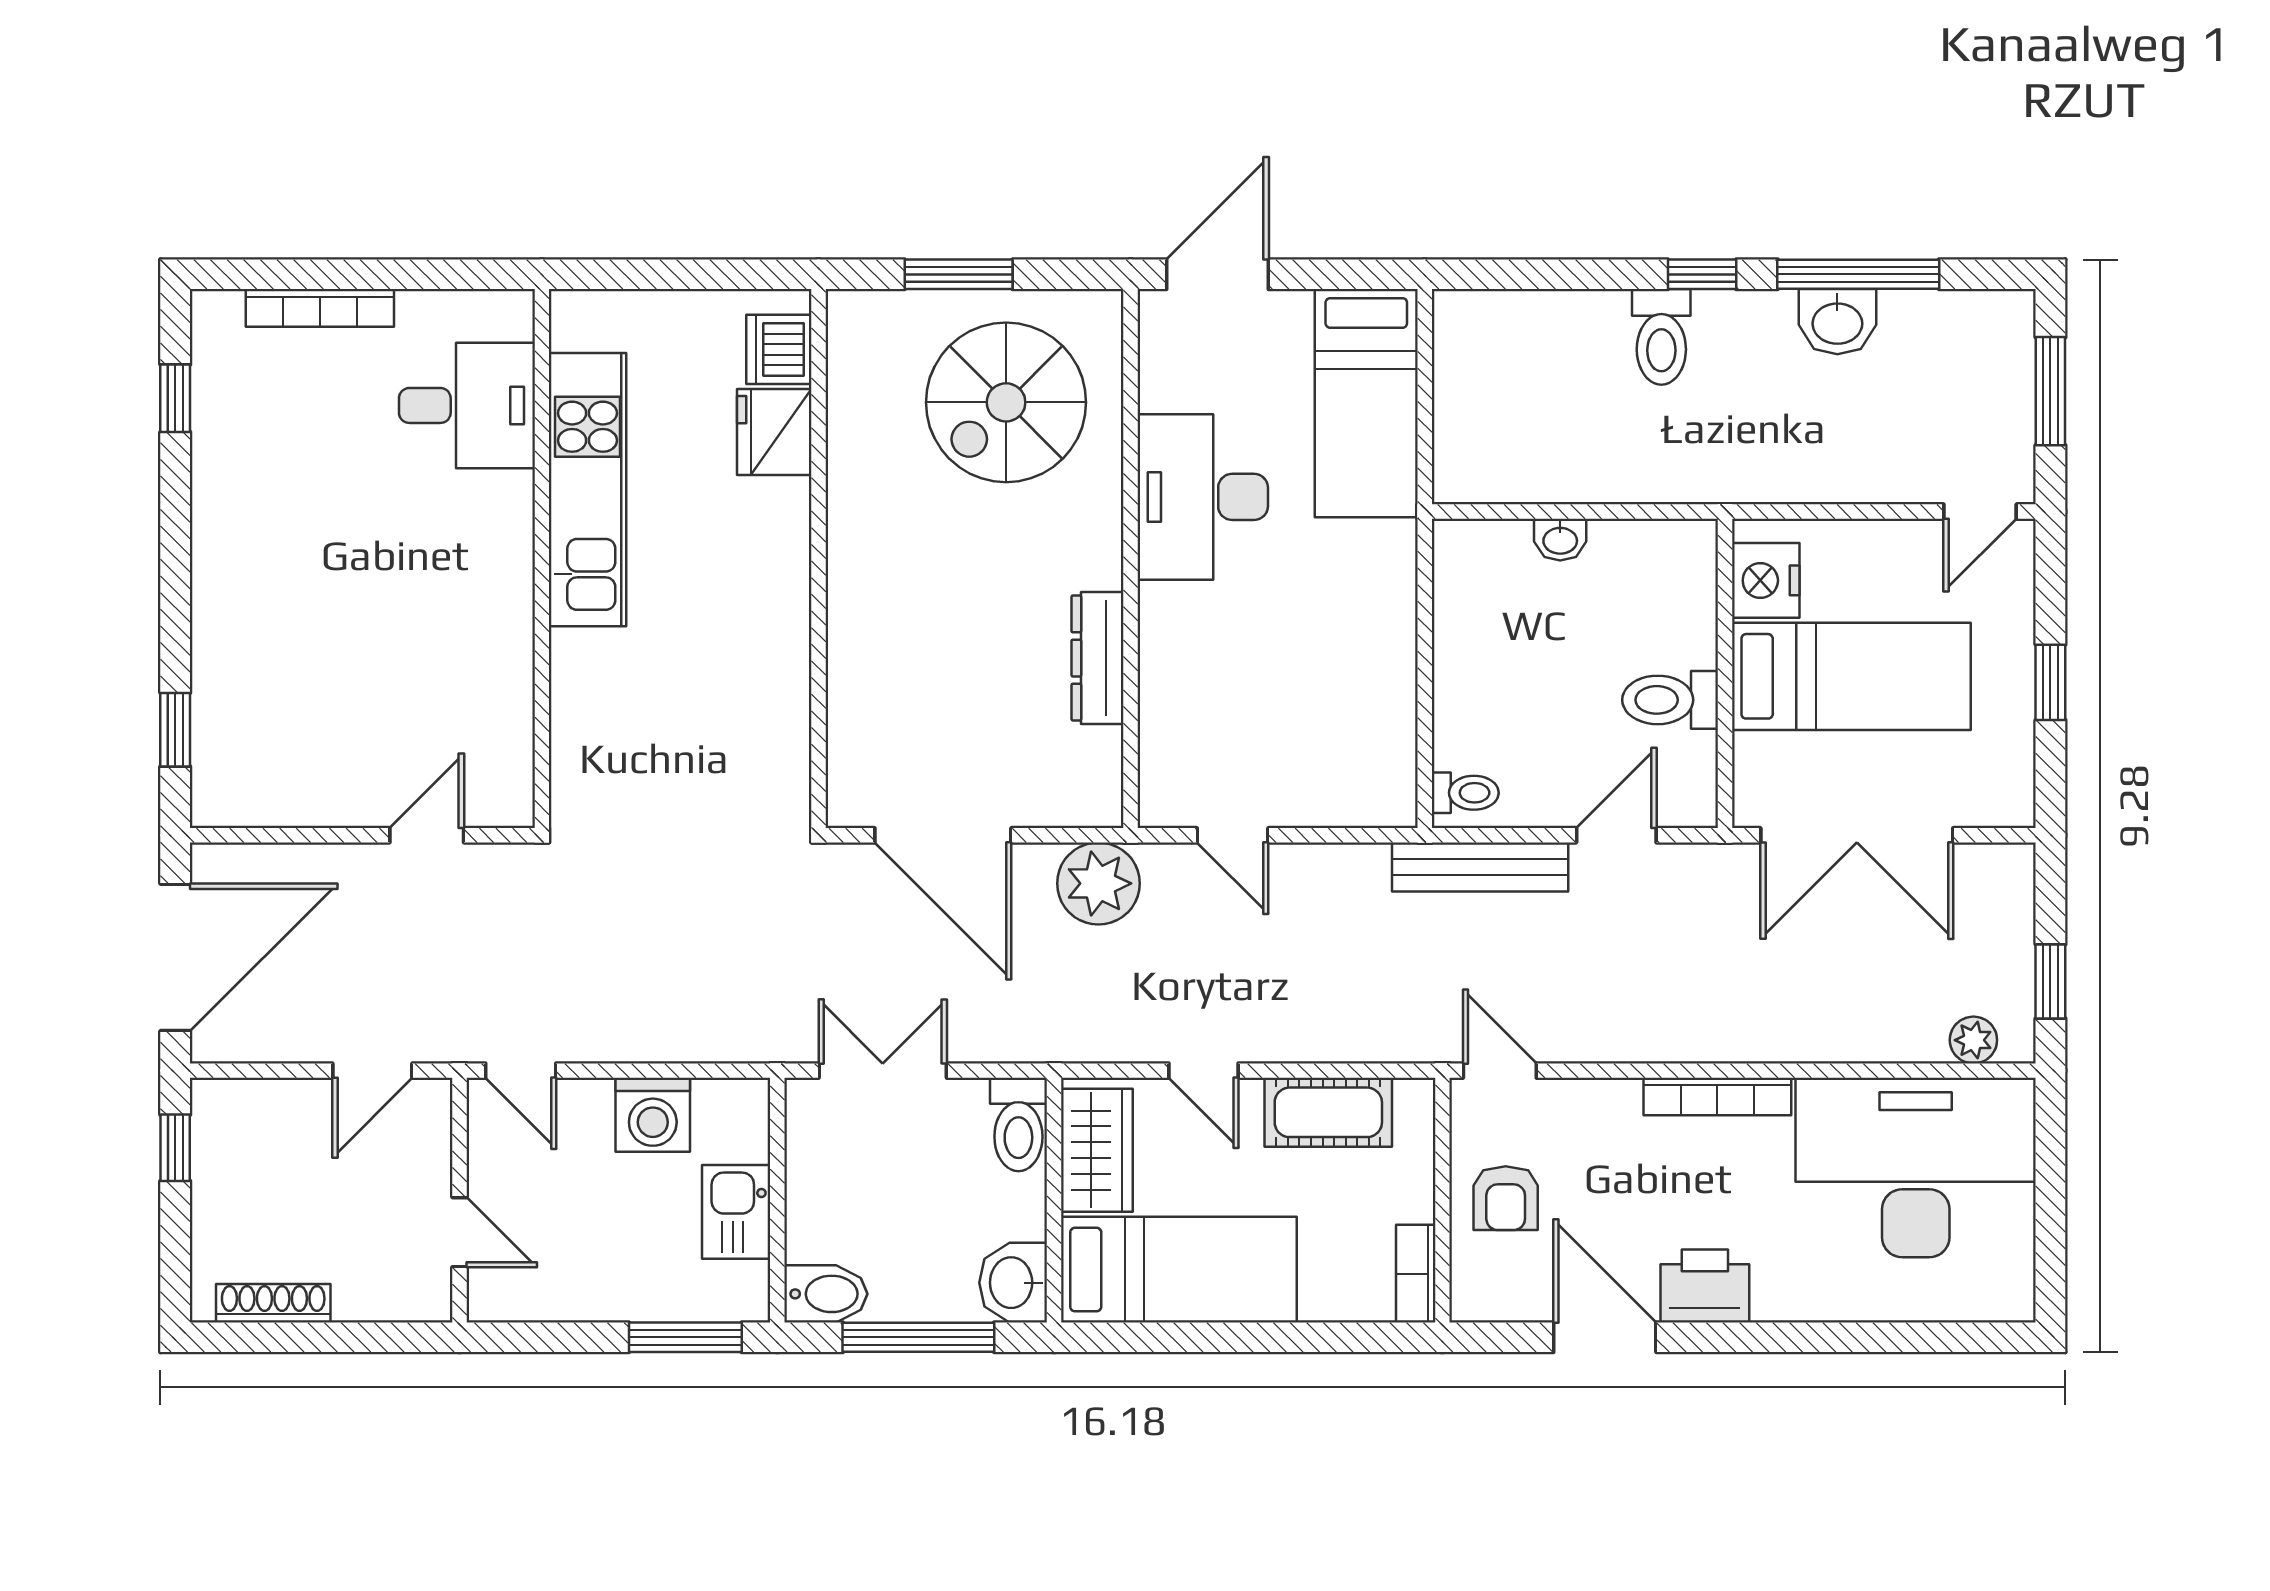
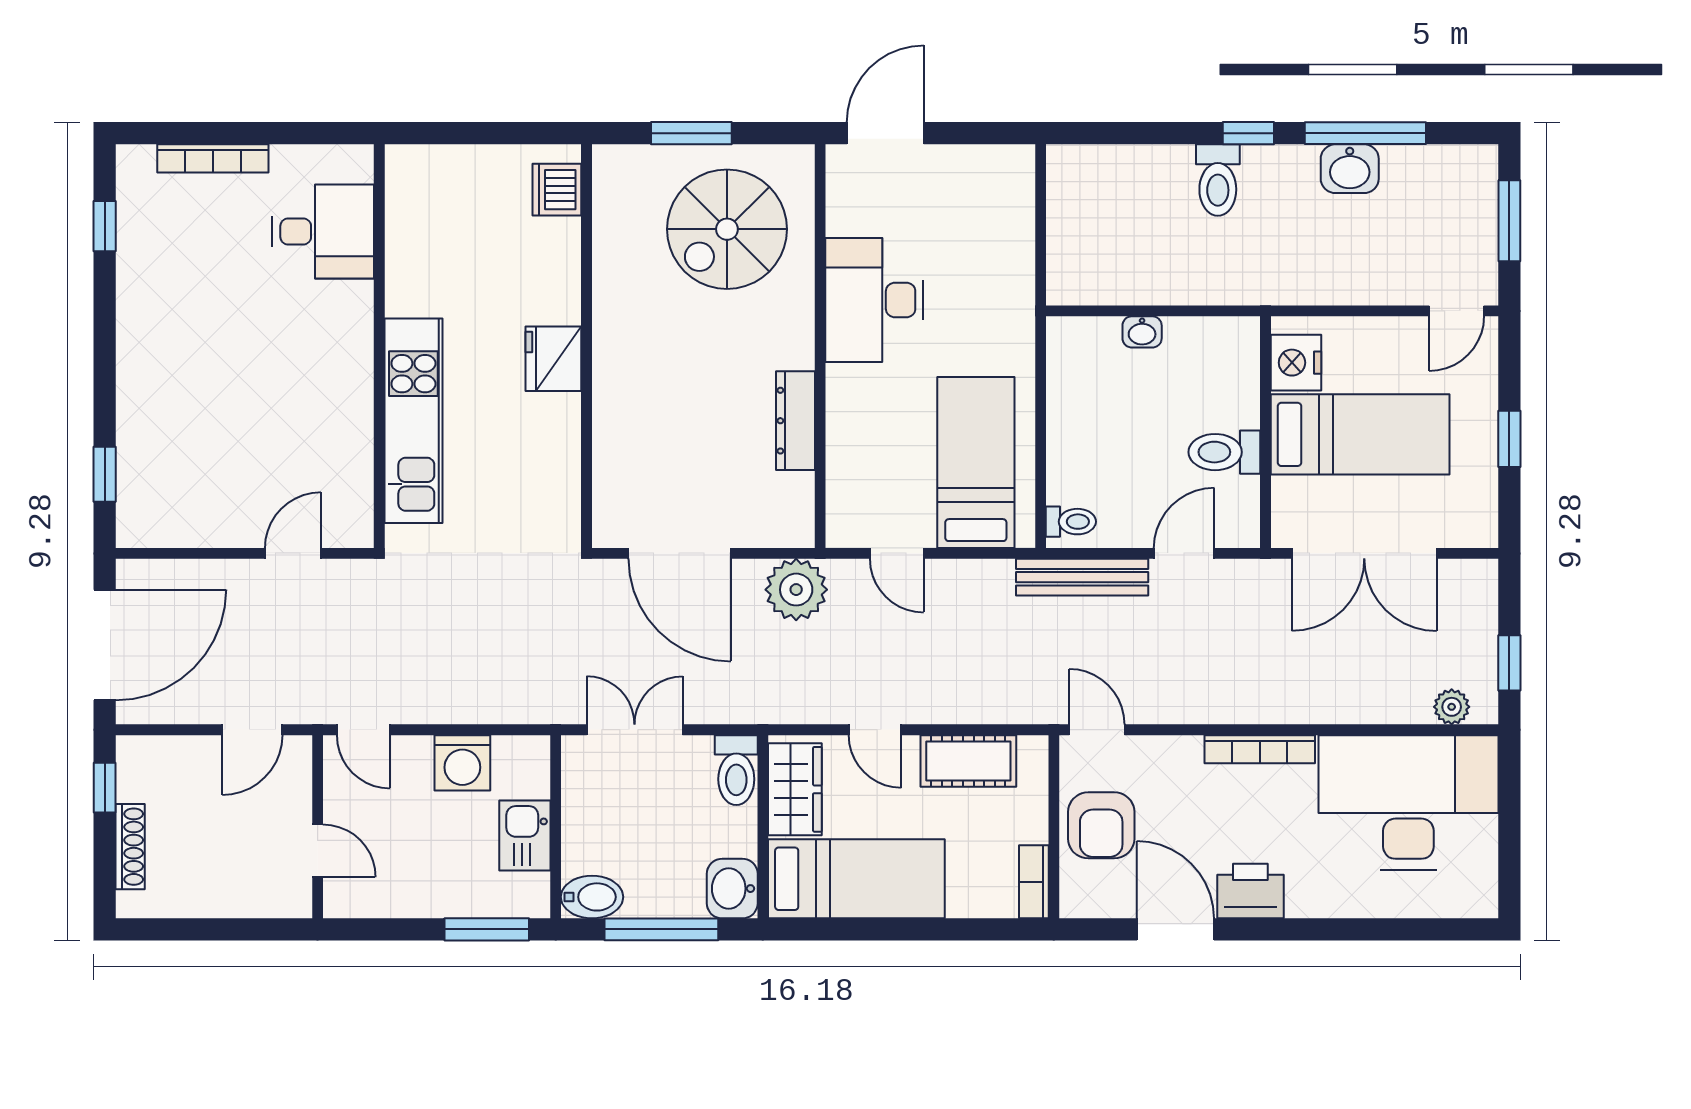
bed: (1366, 403) -> (976, 463), moved, turned 180
fridge: (774, 432) -> (553, 359), moved
kitchen unit: (587, 490) -> (413, 421), moved
armchair: (1506, 1198) -> (1101, 825), width x1.38, depth x1.38
shoe rack: (273, 1303) -> (130, 847), moved, turned 90

